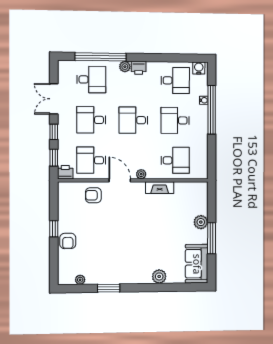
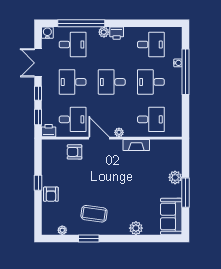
water cooler: (199, 68) -> (47, 33), moved
desk: (91, 160) -> (73, 119), turned 180
coffee table: (114, 262) -> (94, 214), added

